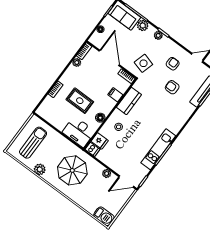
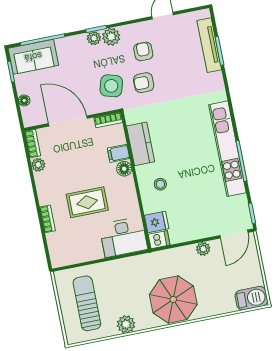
plant: (143, 25) -> (111, 37), moved
armchair: (172, 87) -> (144, 83), moved
floor lamp: (100, 118) -> (124, 169), moved
kitchen unit: (158, 149) -> (227, 149), width x1.36
parasol: (72, 170) -> (173, 299), moved

